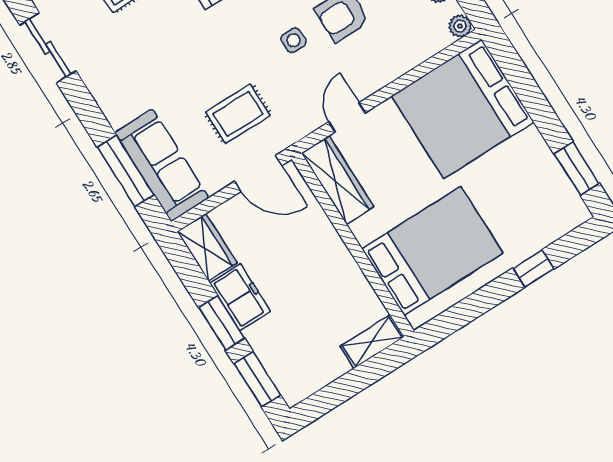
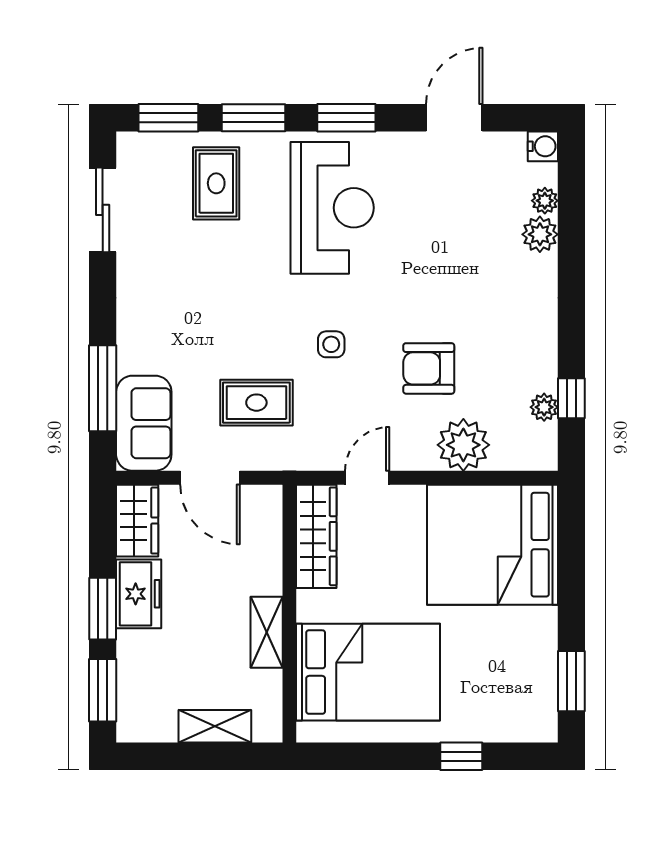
plant: (460, 26) -> (463, 445), moved, width x1.87, depth x1.87
side table: (294, 40) -> (331, 344), moved
sofa: (162, 165) -> (144, 423), width x0.73
door: (258, 174) -> (210, 478), moved
shelving: (345, 268) -> (267, 632), added
shelving: (372, 342) -> (215, 726), moved

